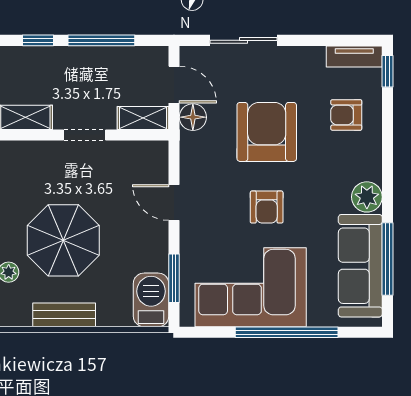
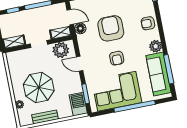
armchair: (346, 115) -> (148, 23), moved
plant: (135, 160) -> (61, 50), added

